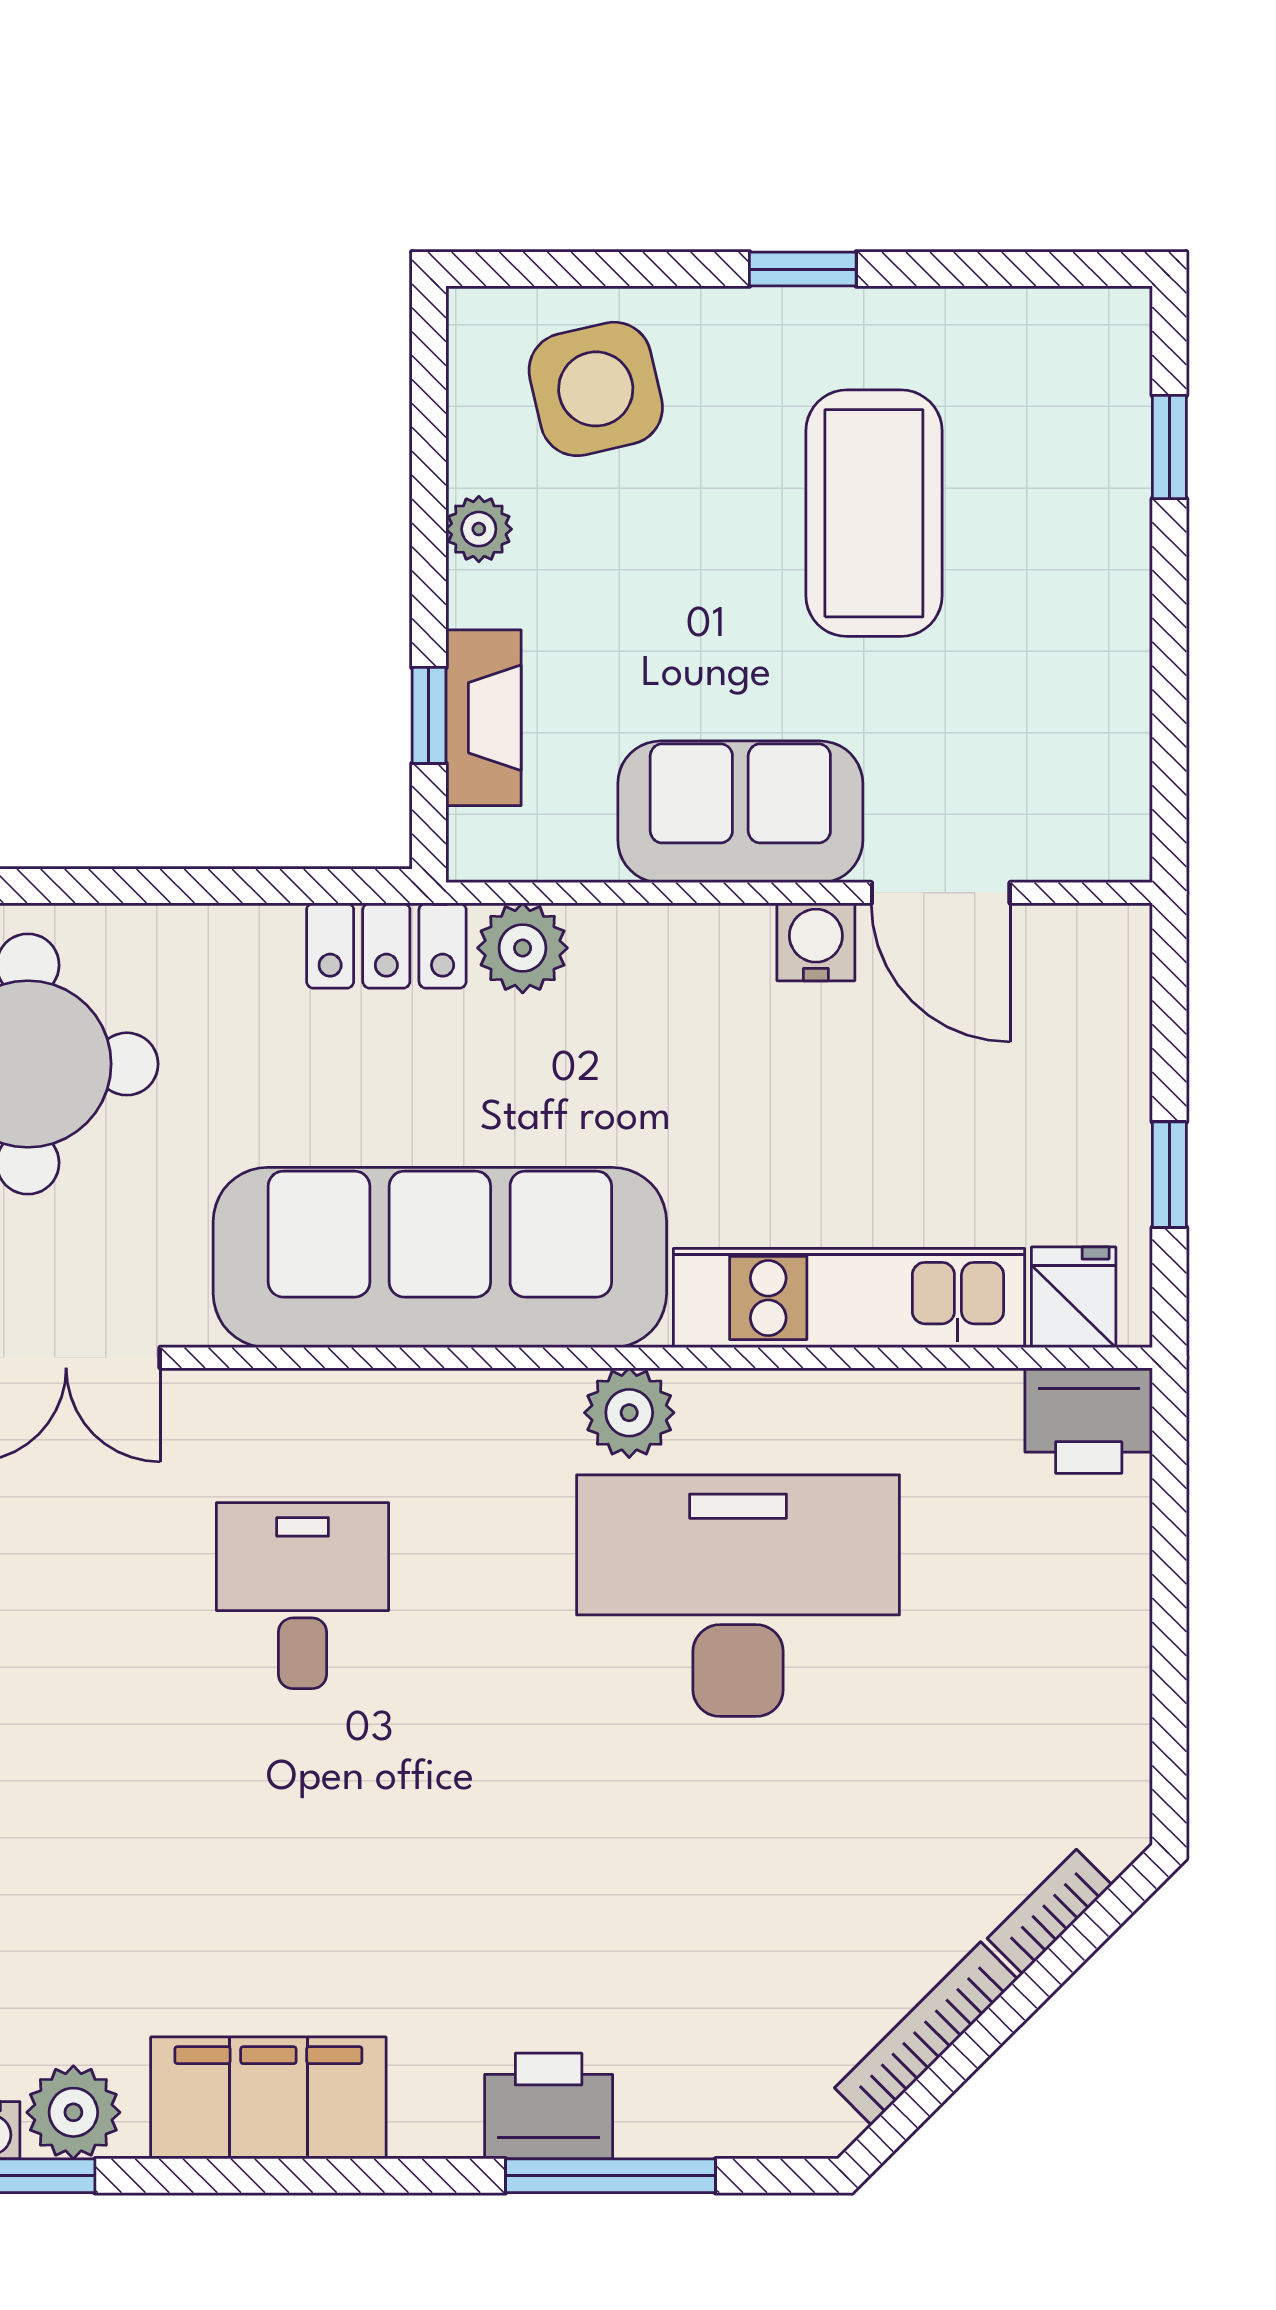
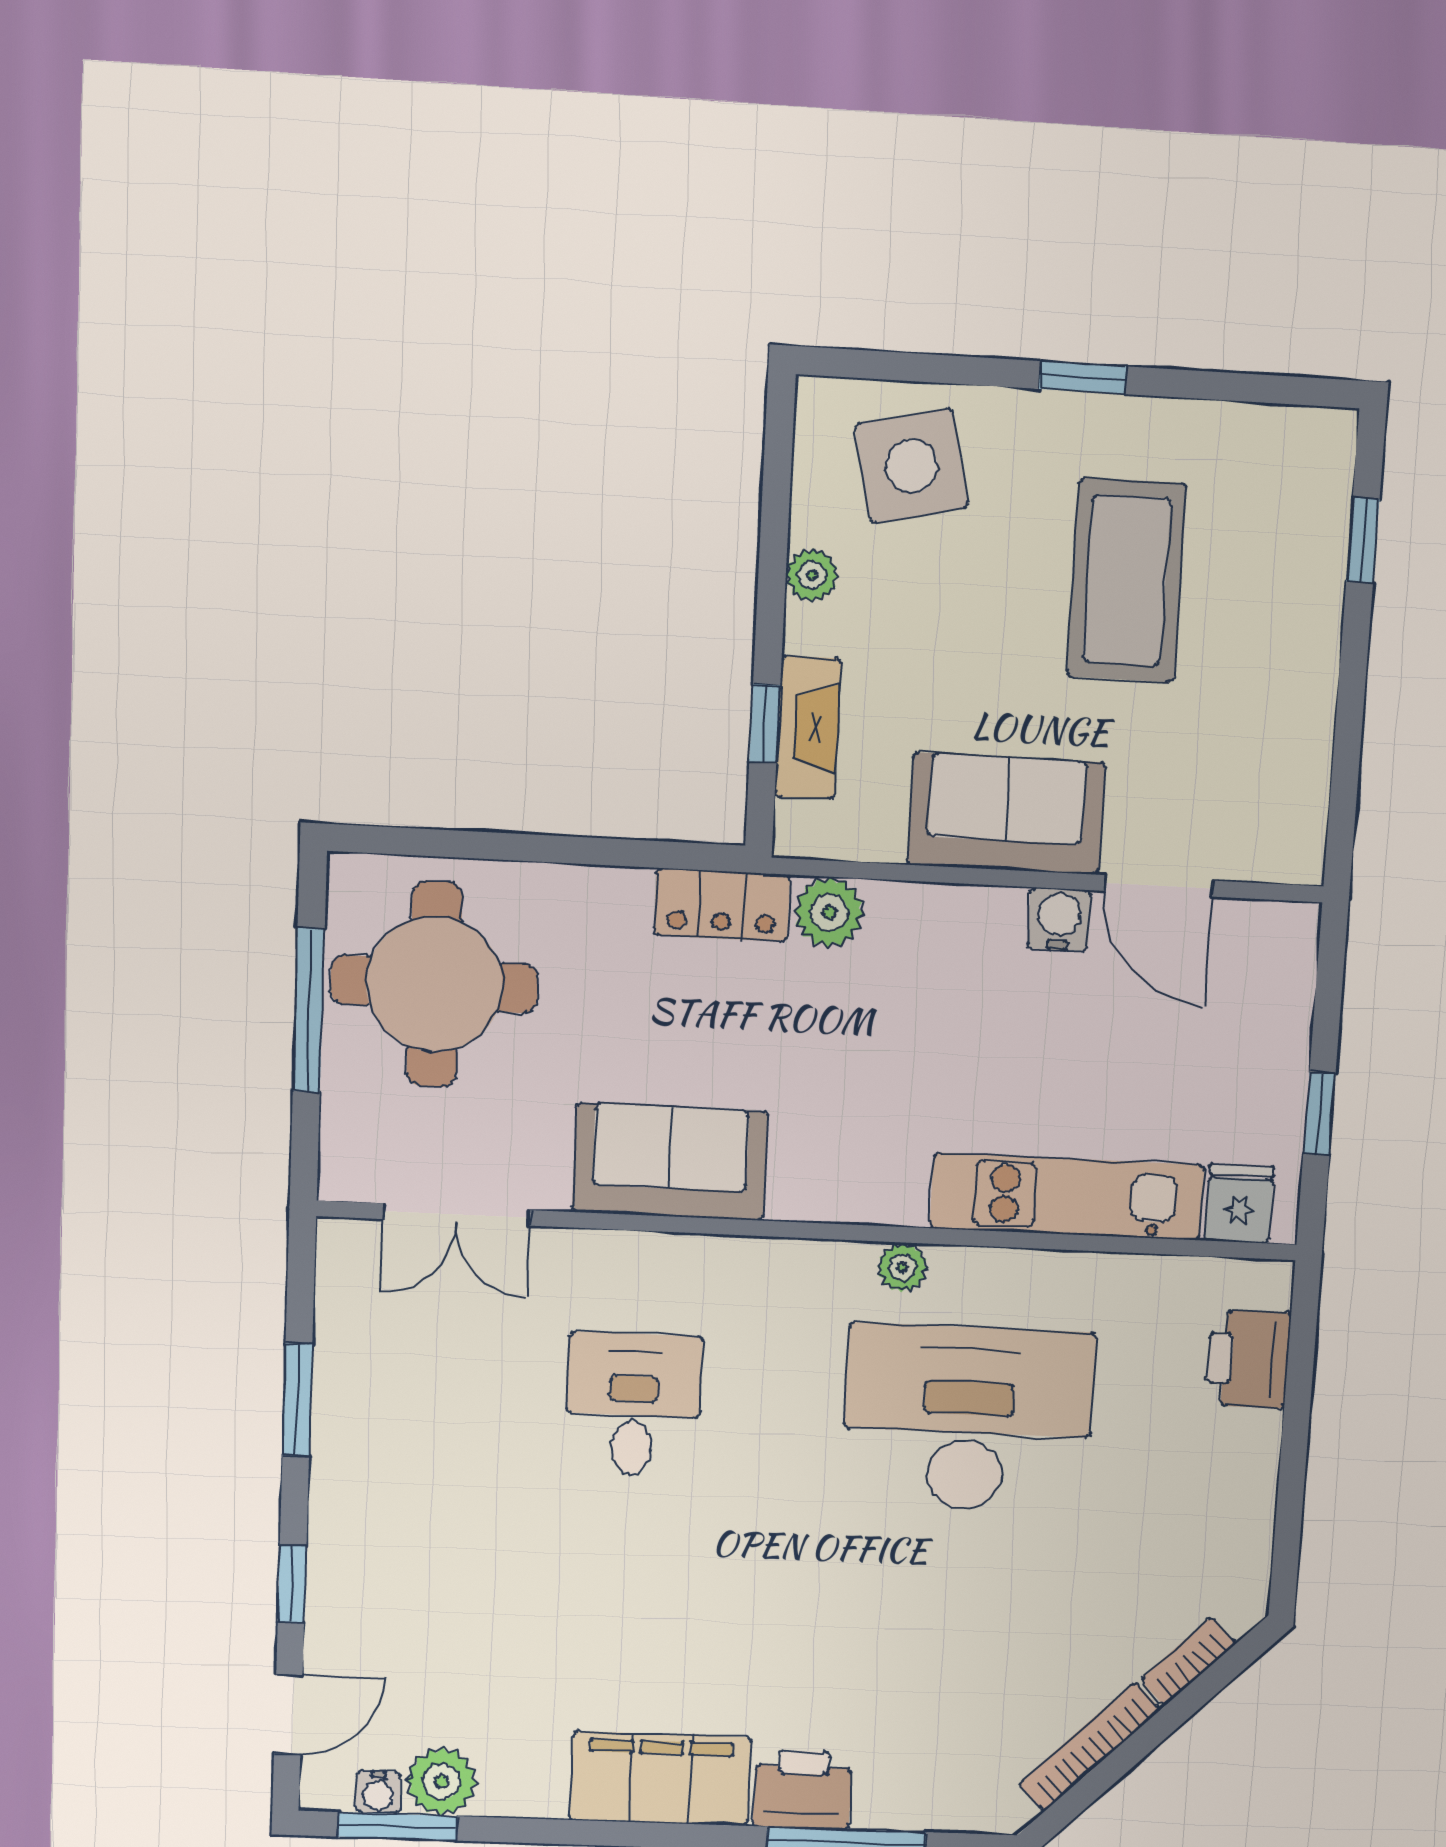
sofa: (440, 1257) -> (670, 1162), width x0.54, depth x0.79
plant: (629, 1413) -> (902, 1267), width x0.73, depth x0.73
printer: (1089, 1421) -> (1248, 1359), moved, turned 90
filing cabinet: (268, 2098) -> (660, 1779), moved

